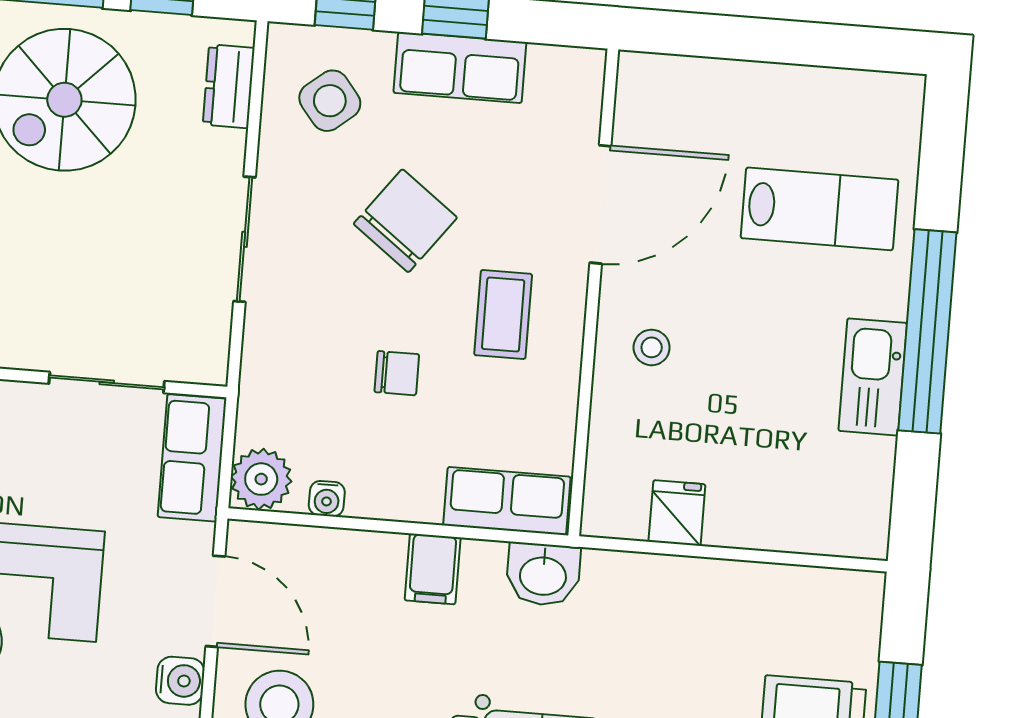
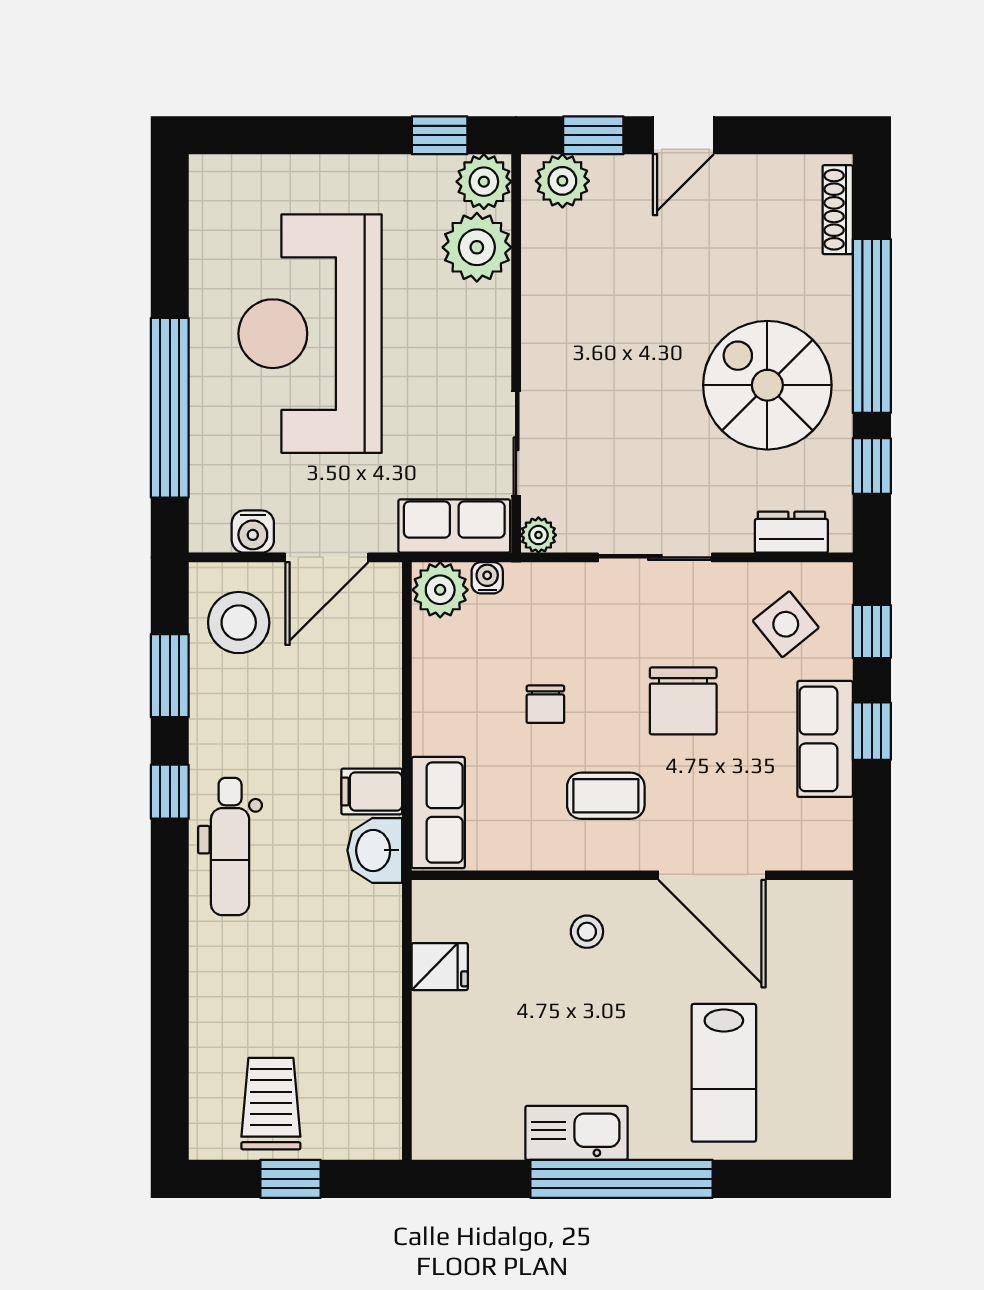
chair: (405, 221) -> (683, 701), turned 53
plant: (209, 366) -> (538, 535), added
water cooler: (327, 499) -> (487, 578), moved, turned 90
filing cabinet: (433, 569) -> (372, 791), moved

